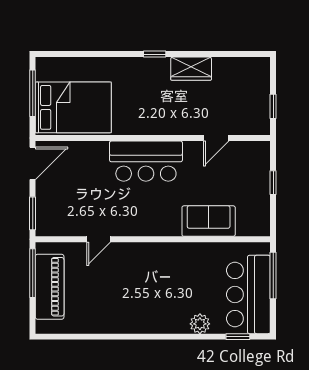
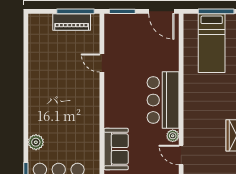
bed: (73, 107) -> (212, 43), width x0.67
plant: (192, 149) -> (173, 136), added
piano: (50, 287) -> (72, 22), width x0.73, depth x0.75

